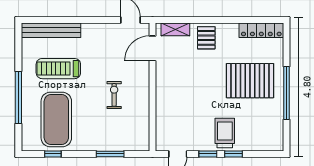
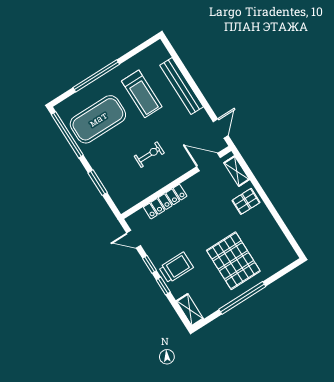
bench: (51, 30) -> (182, 86), moved
locker: (261, 30) -> (165, 202), moved, turned -90
treadmill: (58, 69) -> (142, 94), turned 180
shelving: (268, 144) -> (190, 310), added
window: (53, 154) -> (67, 135), width x3.17

